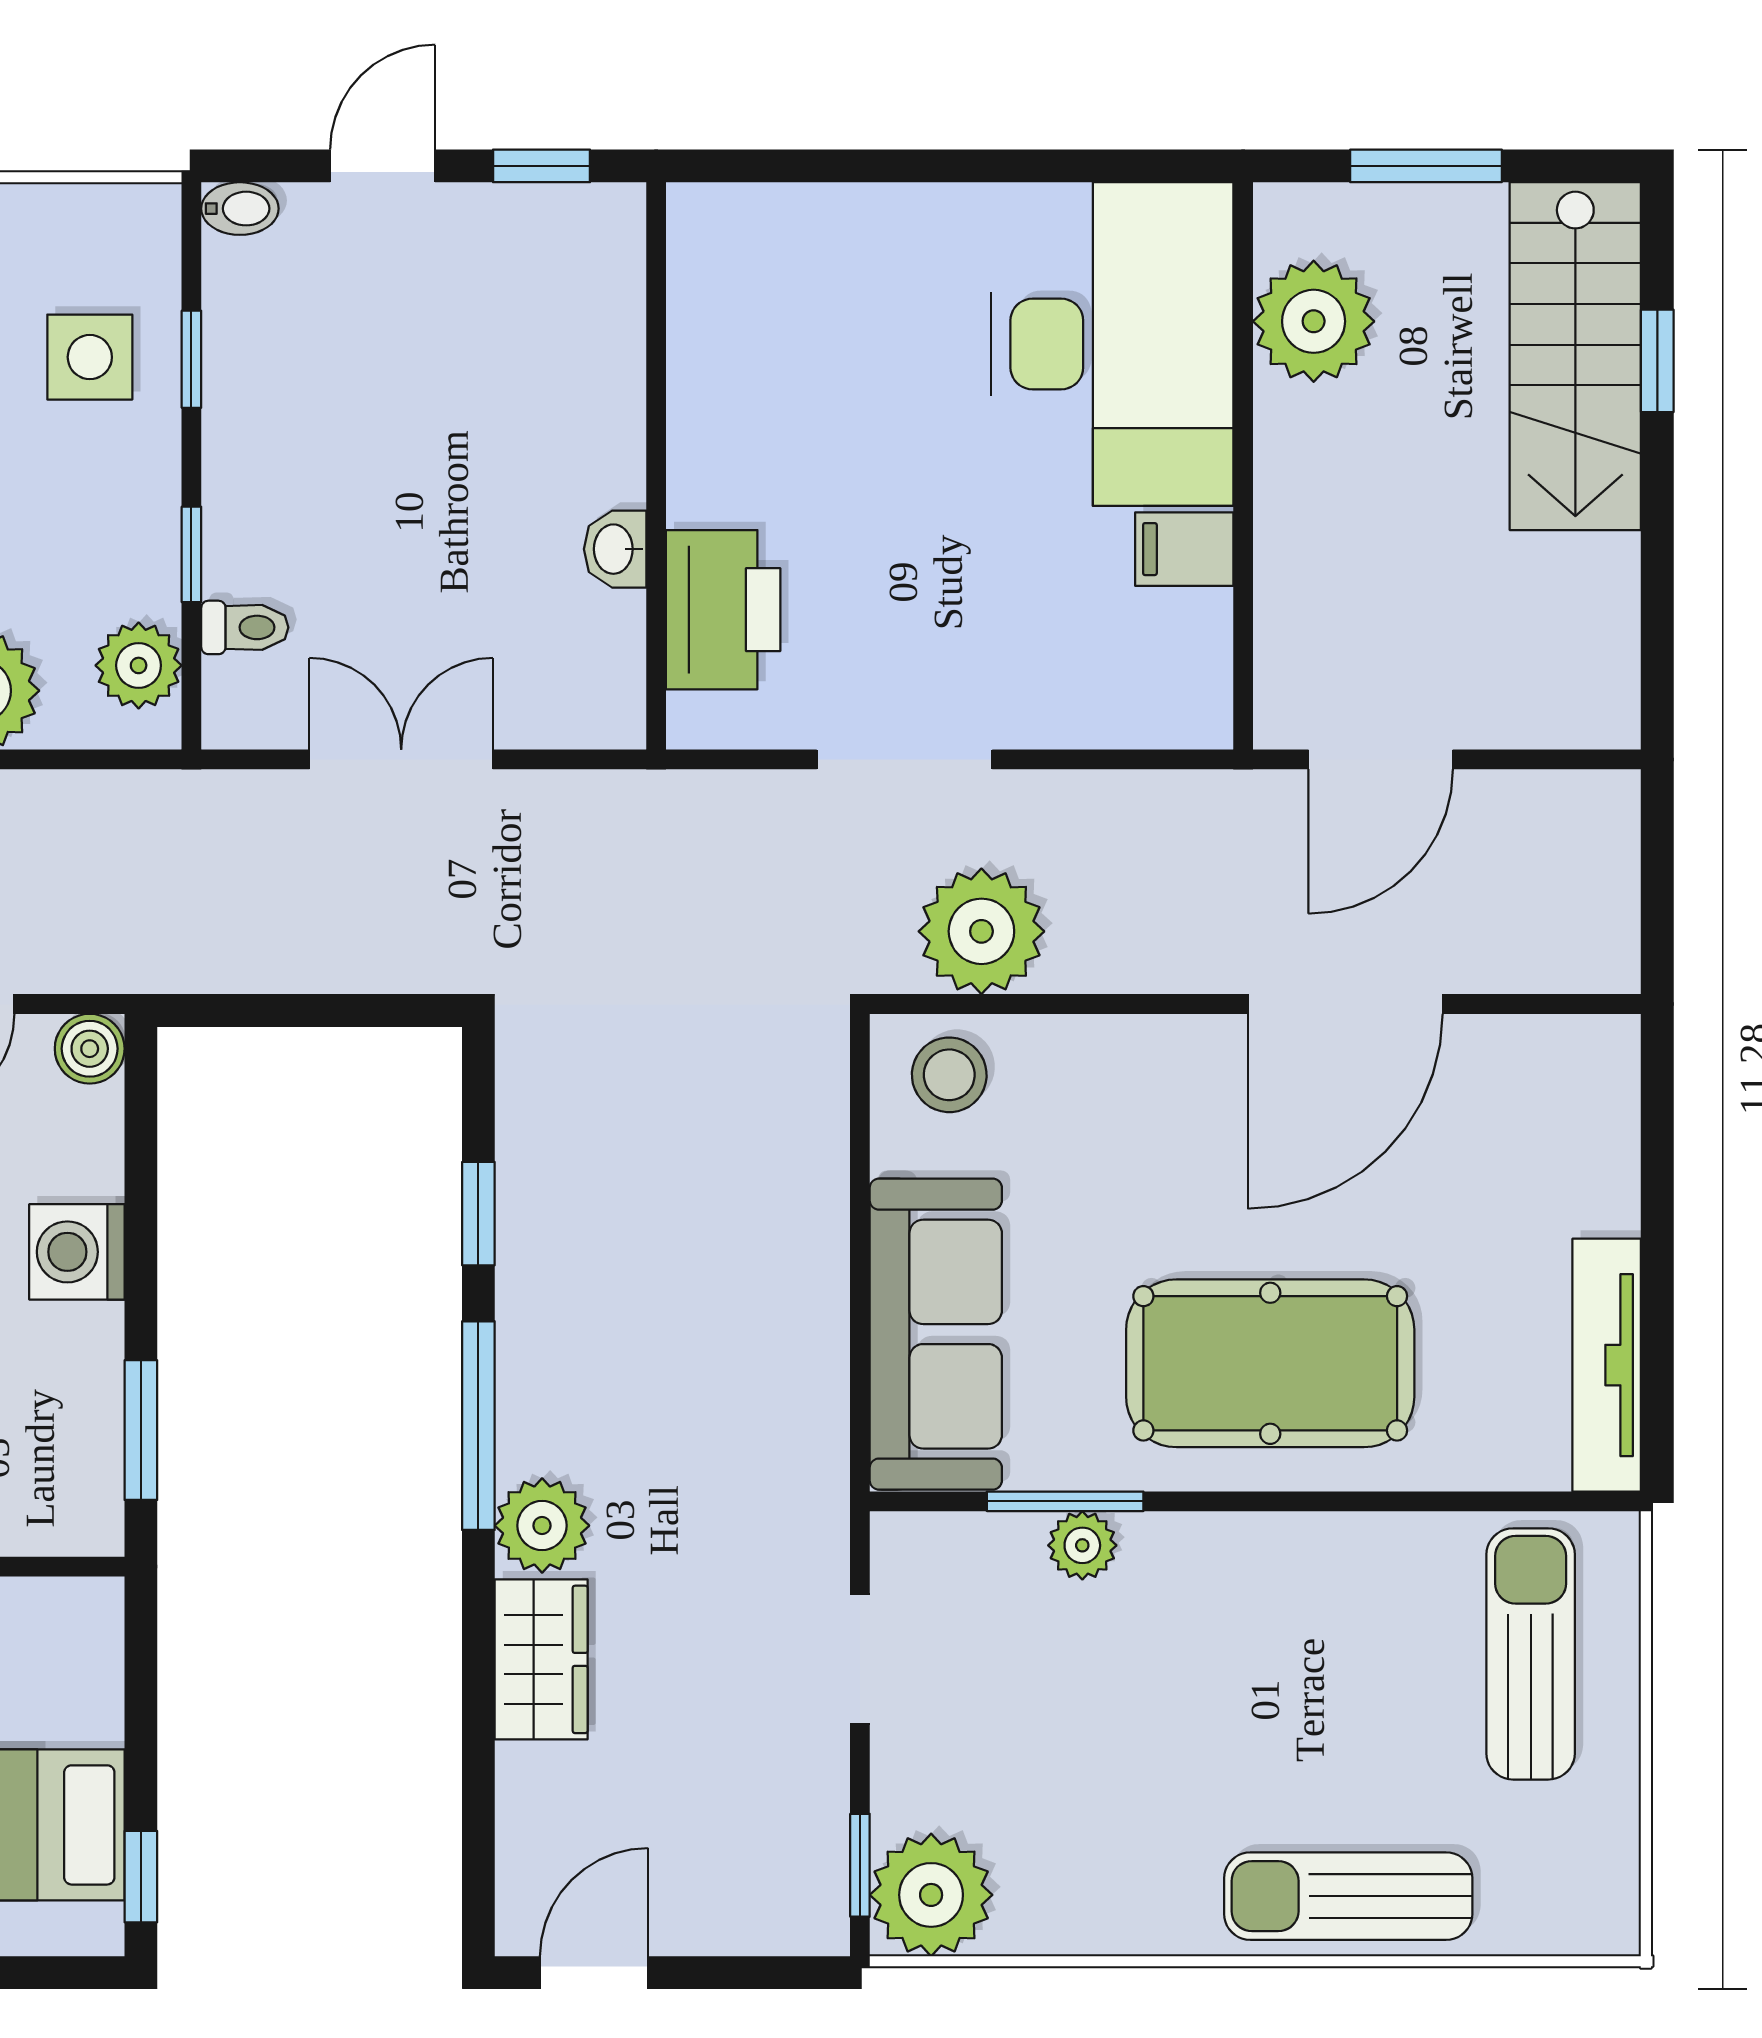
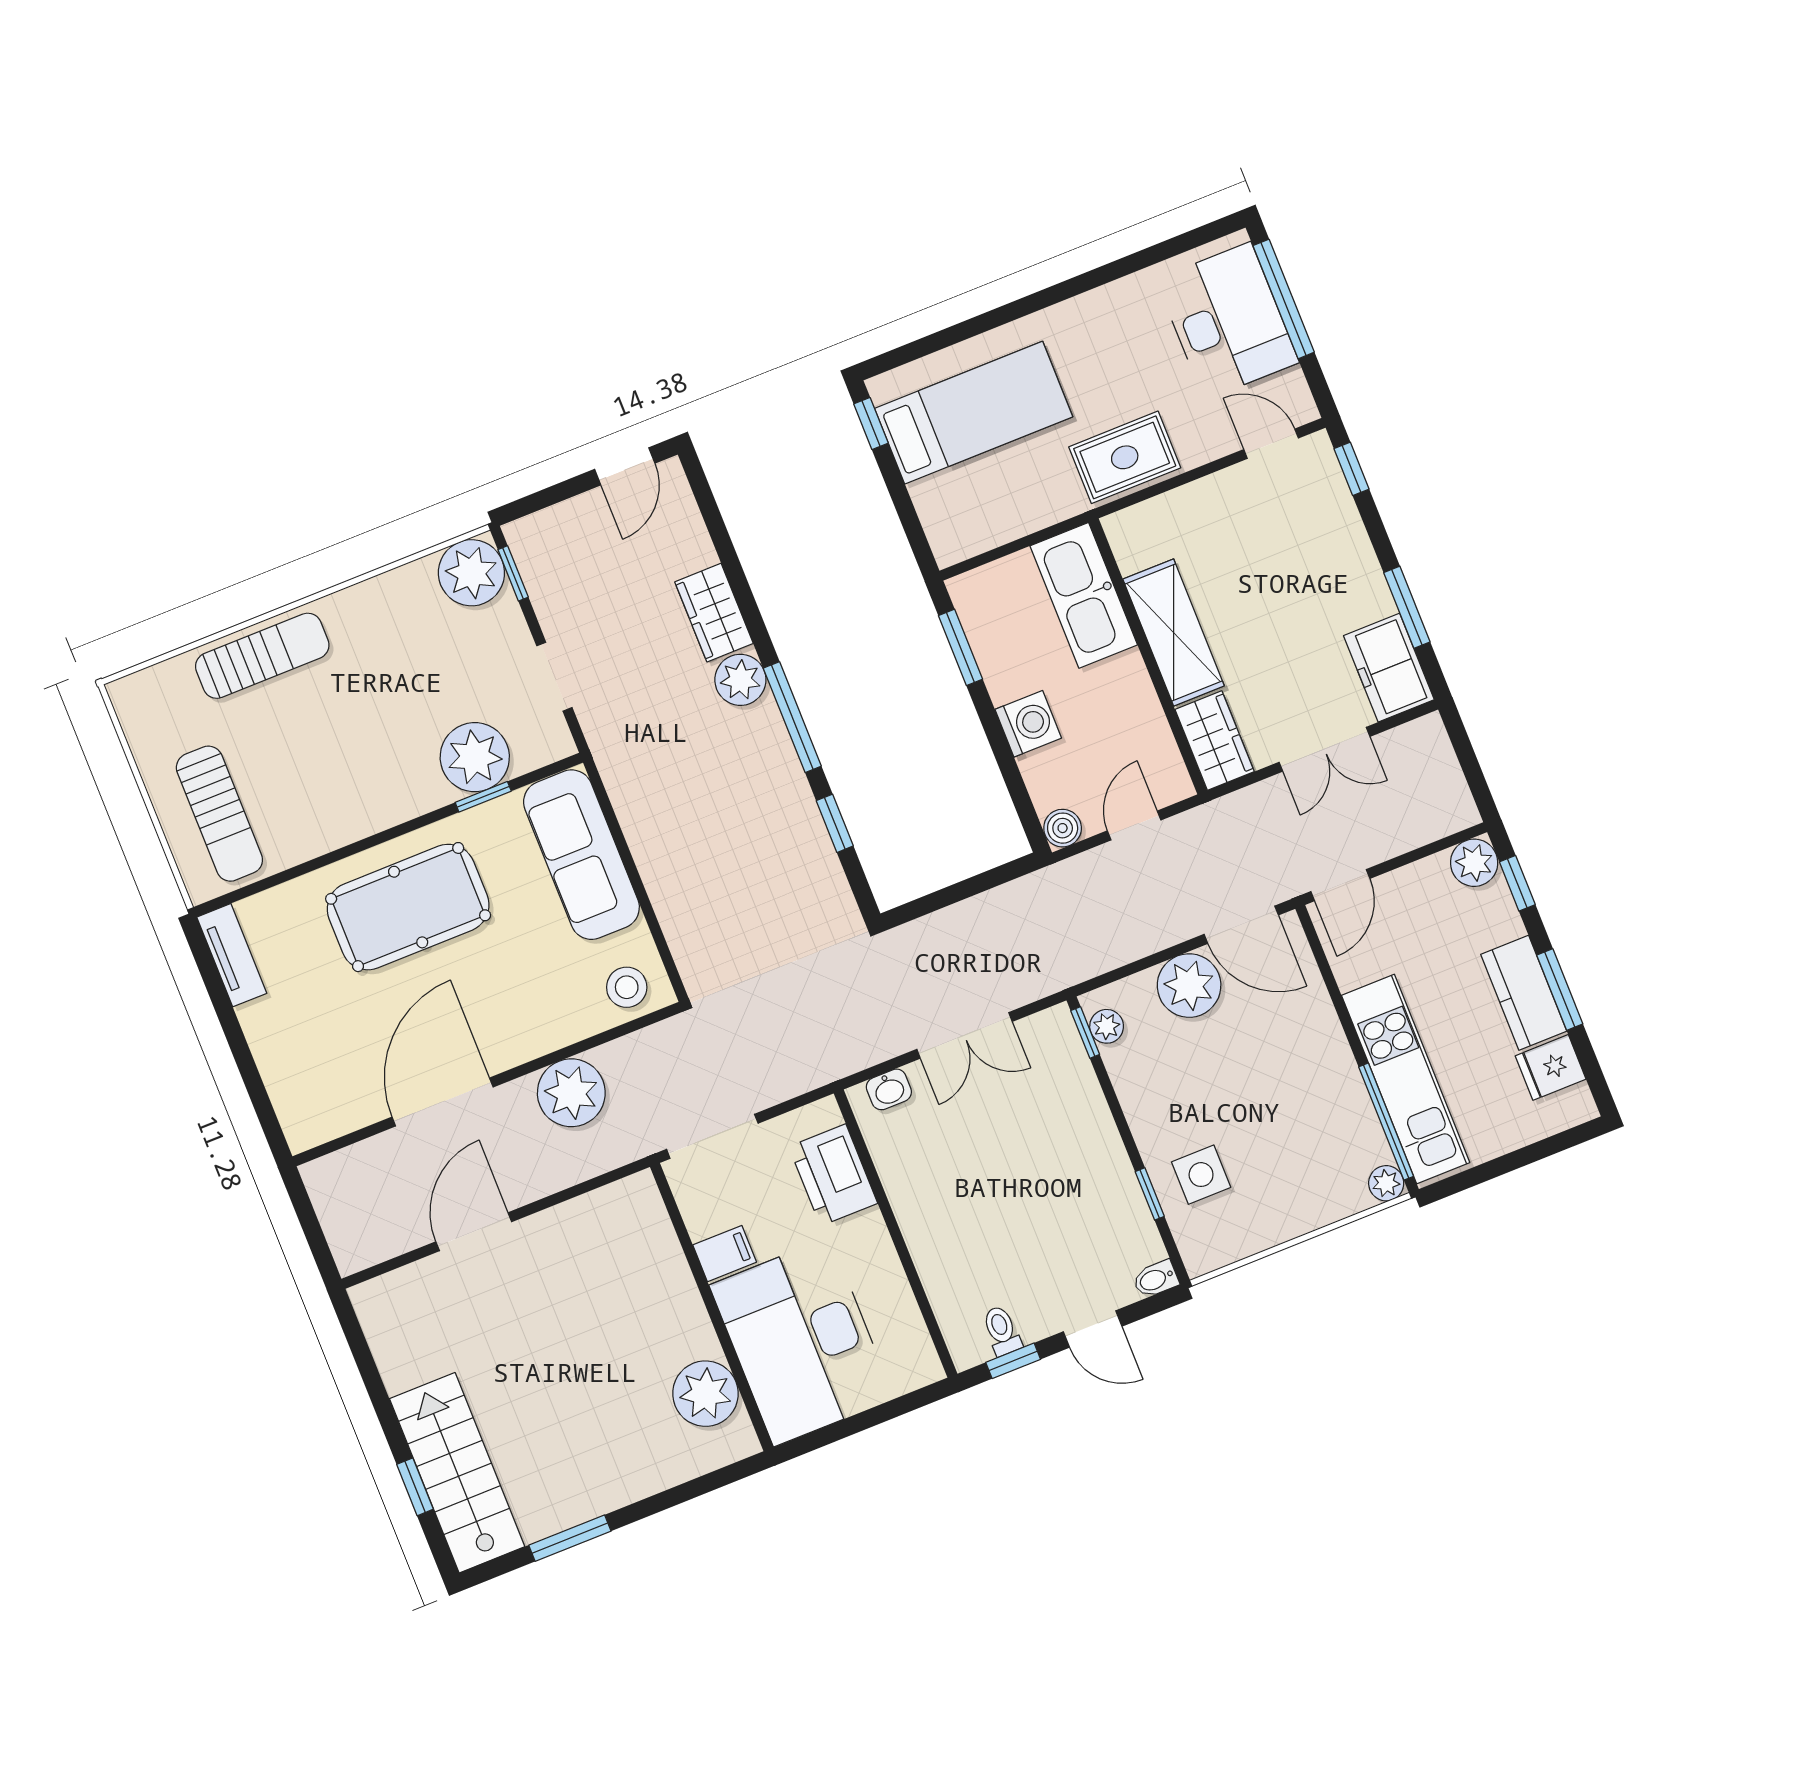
door: (383, 166) -> (1093, 1329), hinge flipped
plant: (1314, 321) -> (705, 1394), moved
desk: (1112, 344) -> (802, 1342), moved
wall: (1243, 466) -> (712, 1307), moved
washbasin: (615, 549) -> (889, 1089), moved, turned 90
filing cabinet: (1184, 549) -> (725, 1254), moved
window: (191, 554) -> (1085, 1033), moved
toilet: (245, 627) -> (1002, 1331), moved, turned 90
plant: (139, 665) -> (1107, 1026), width x0.73, depth x0.73
plant: (981, 931) -> (571, 1093), moved
tv unit: (1607, 1365) -> (232, 955), width x0.71
window: (1065, 1501) -> (483, 797), width x0.67
plant: (1082, 1545) -> (475, 757), width x1.87, depth x1.87

